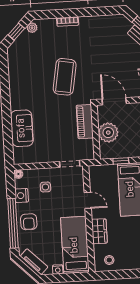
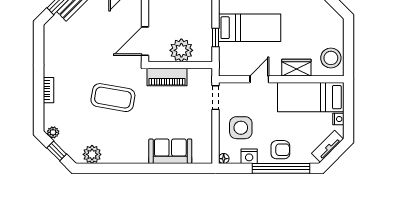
plant: (15, 62) -> (92, 154), added
side table: (45, 187) -> (241, 128), width x1.87, depth x1.87
stool: (109, 260) -> (331, 58), width x1.89, depth x1.89

